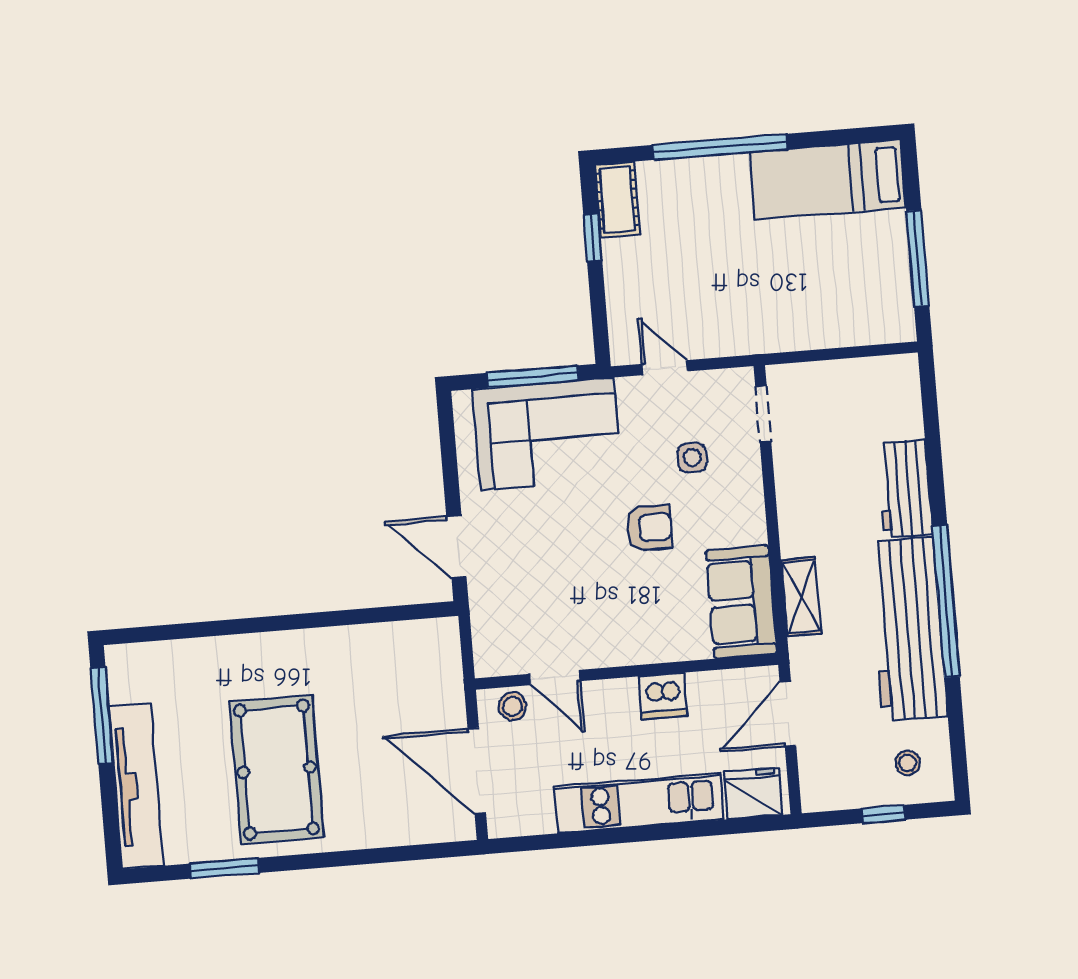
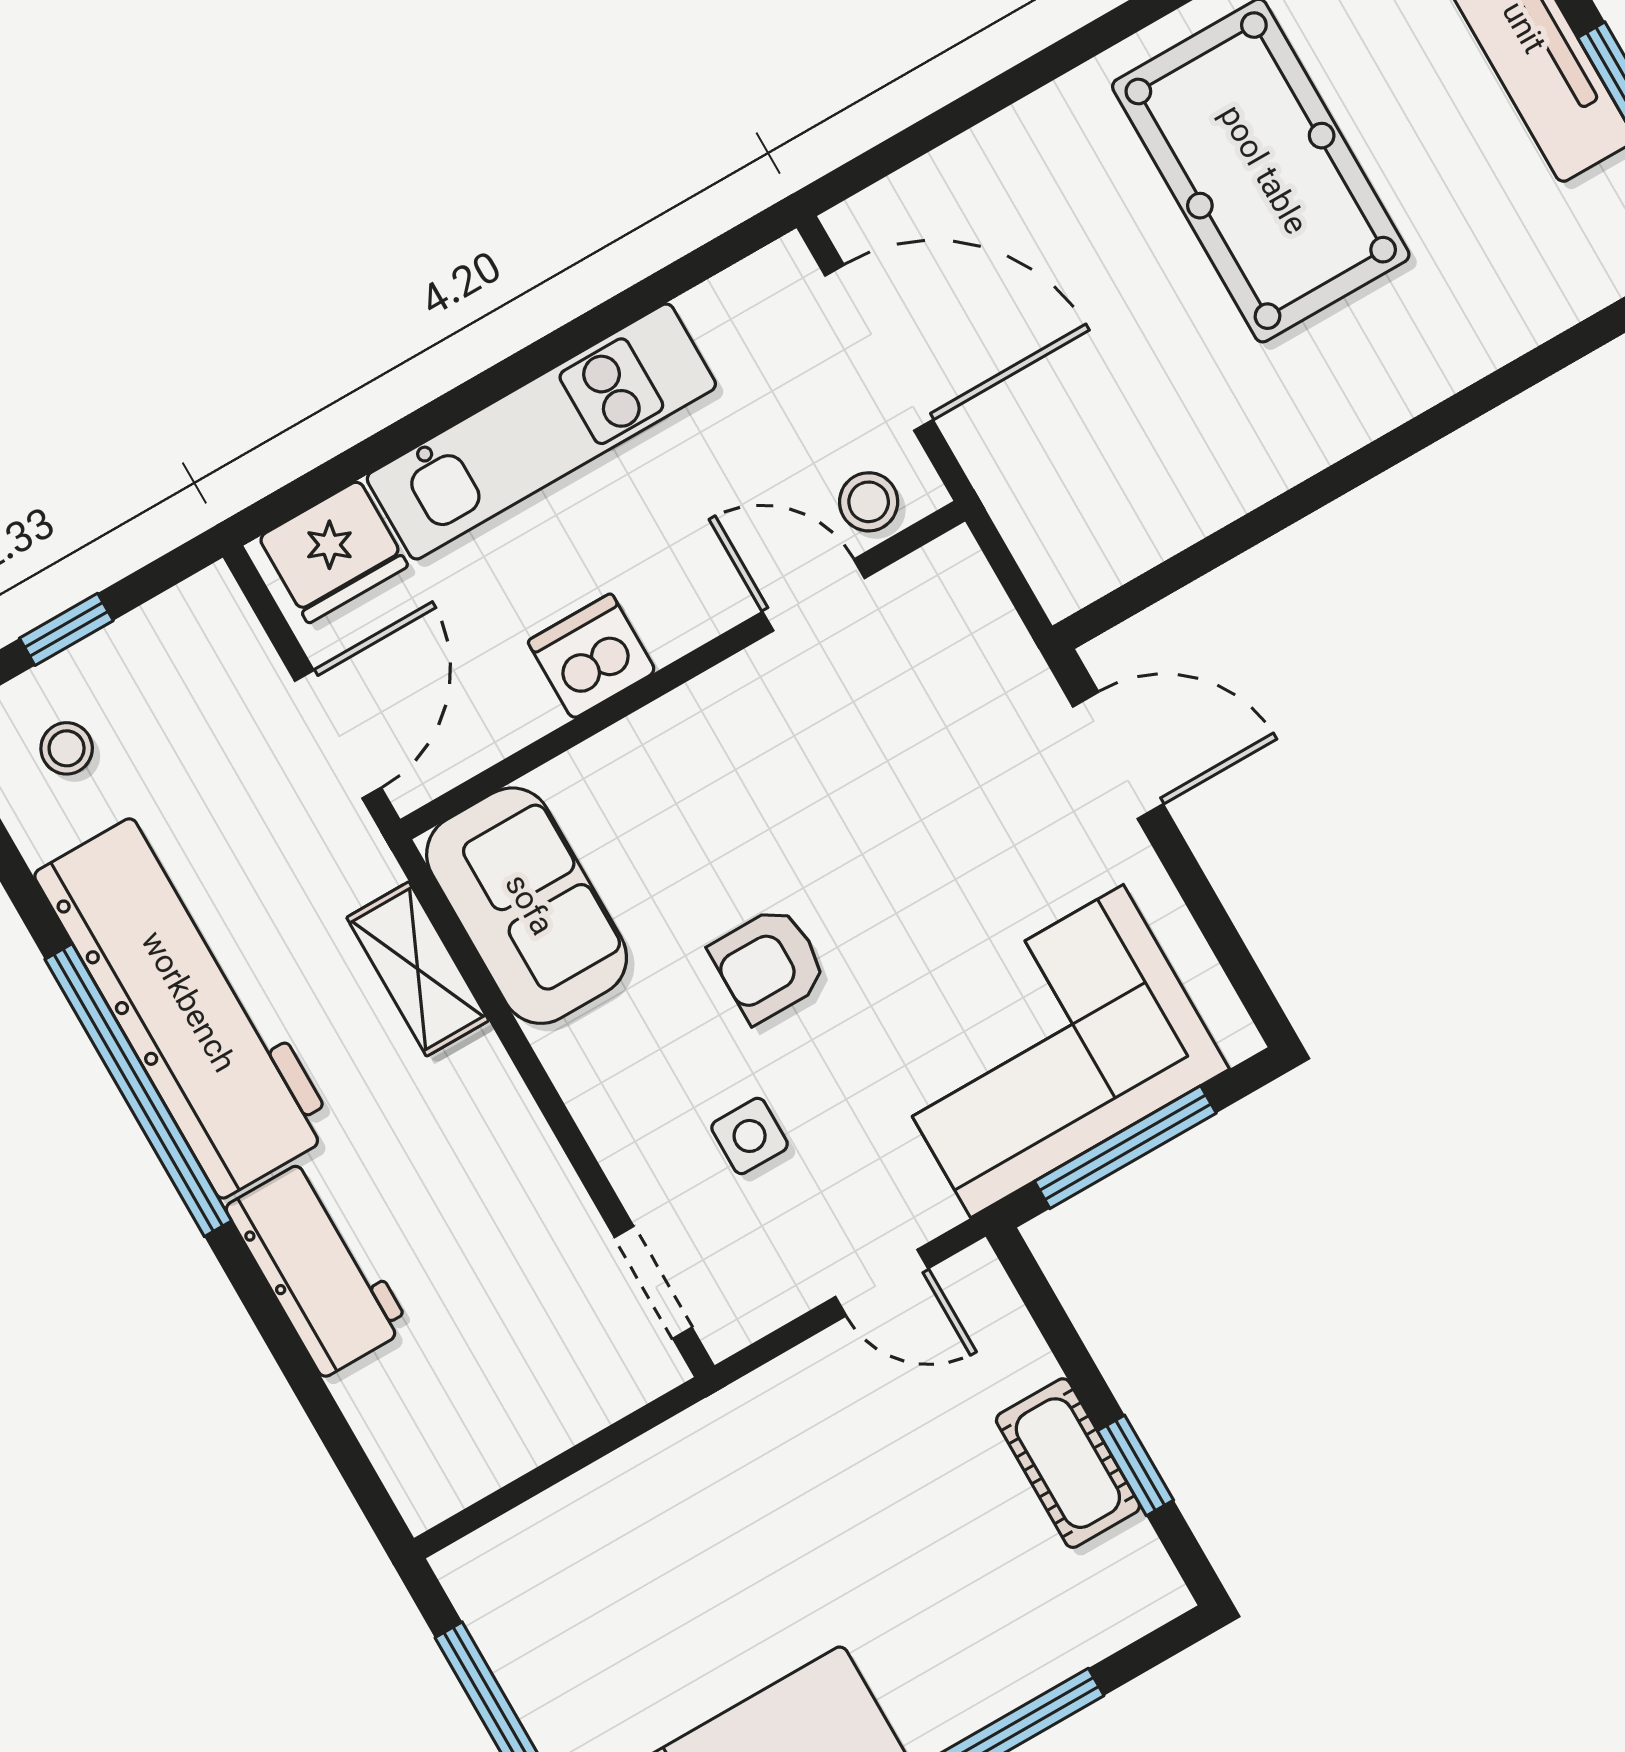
cot: (617, 200) -> (1068, 1463), moved

